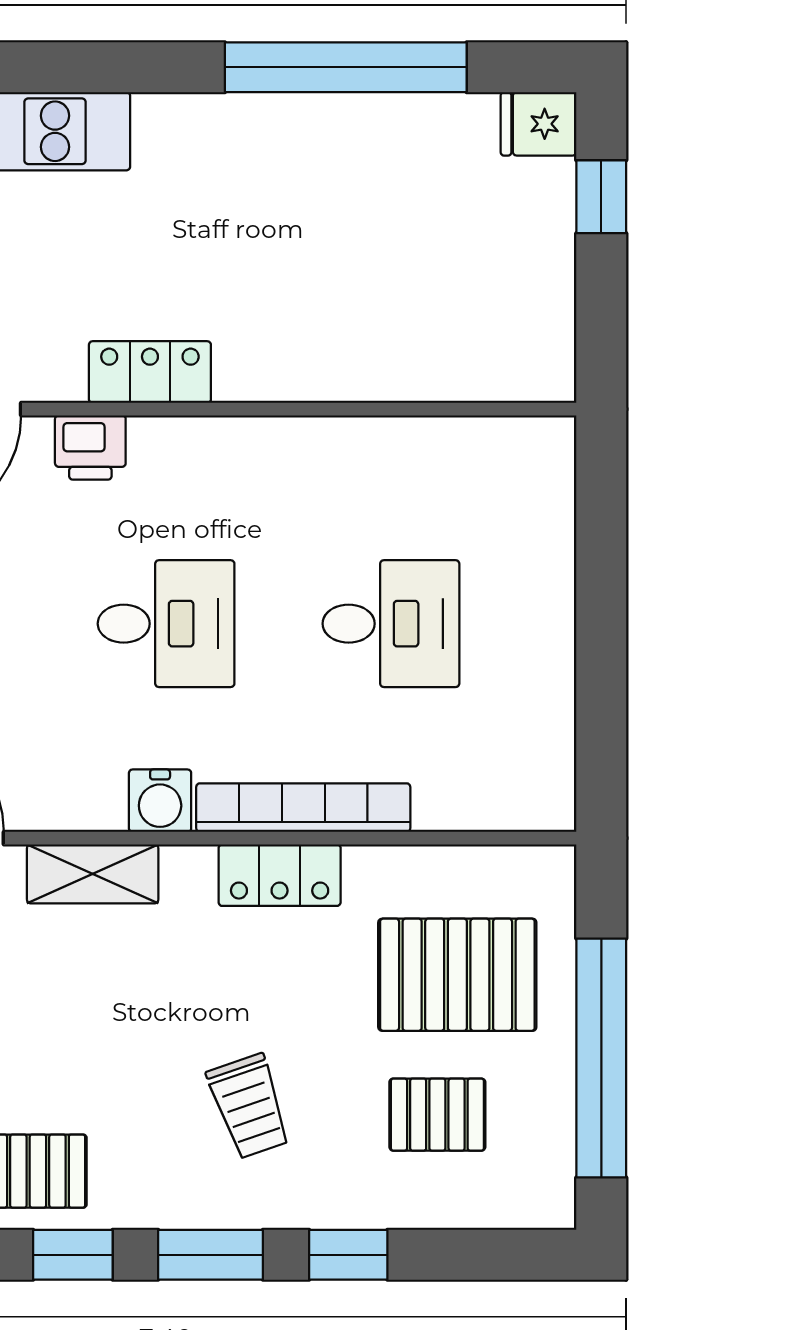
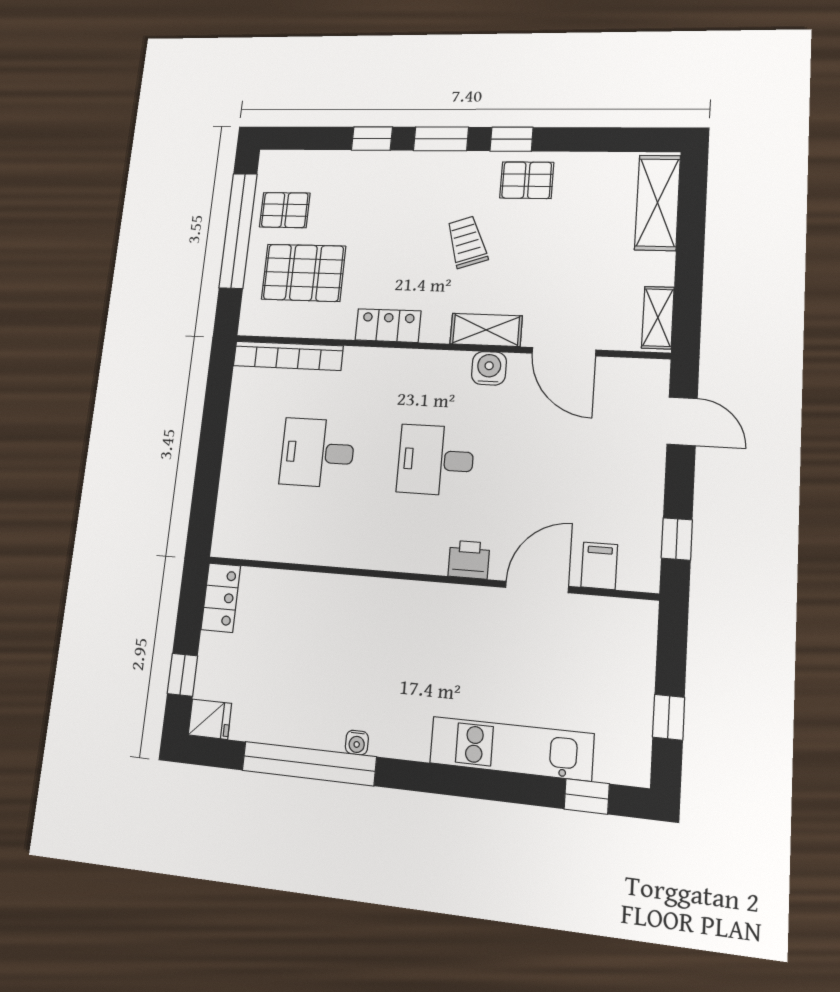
water cooler: (263, 112) -> (357, 743), added
locker: (150, 372) -> (221, 598), moved, turned -90
water cooler: (160, 801) -> (489, 368), moved
bookcase: (303, 808) -> (288, 356), moved
trolley: (249, 1106) -> (467, 242), moved
pallet: (437, 1115) -> (285, 210), moved

